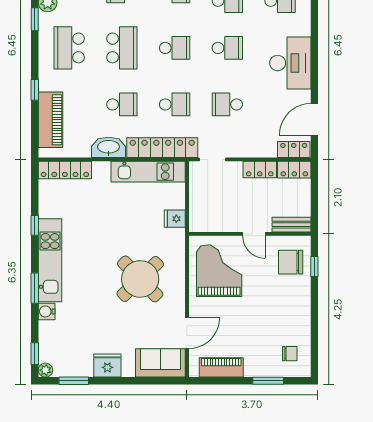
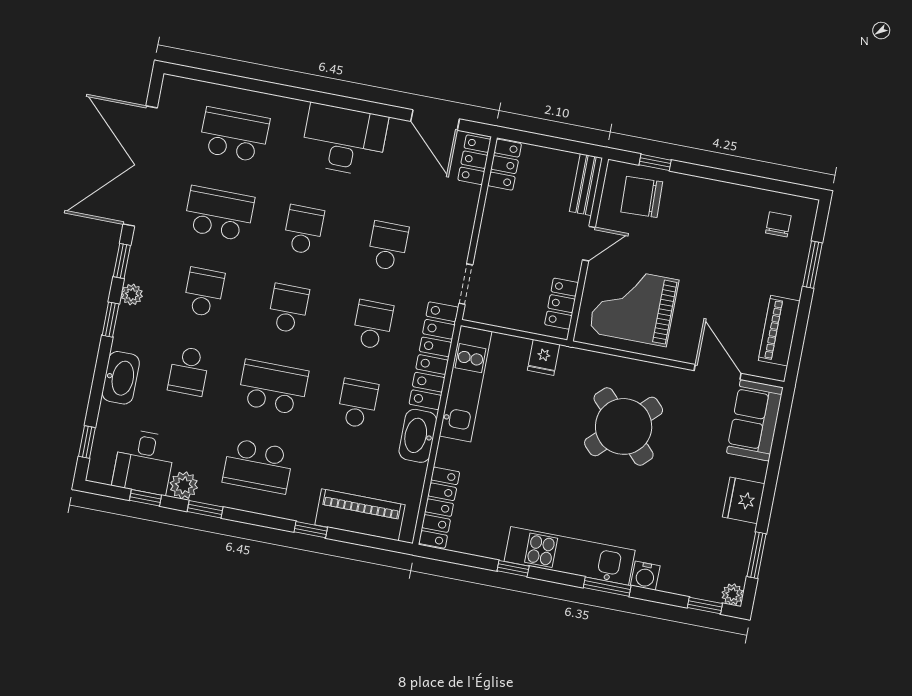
school desk: (227, 104) -> (388, 246), turned 180
locker: (260, 170) -> (562, 304), moved, turned 180
chair: (291, 262) -> (642, 197), turned 88

